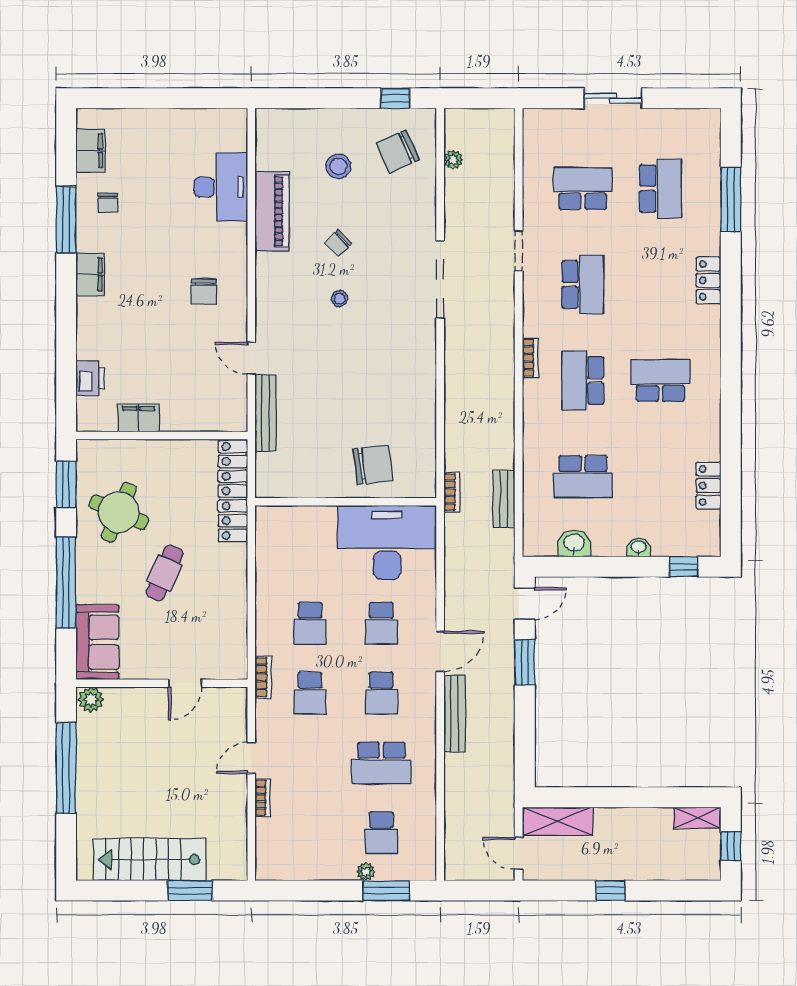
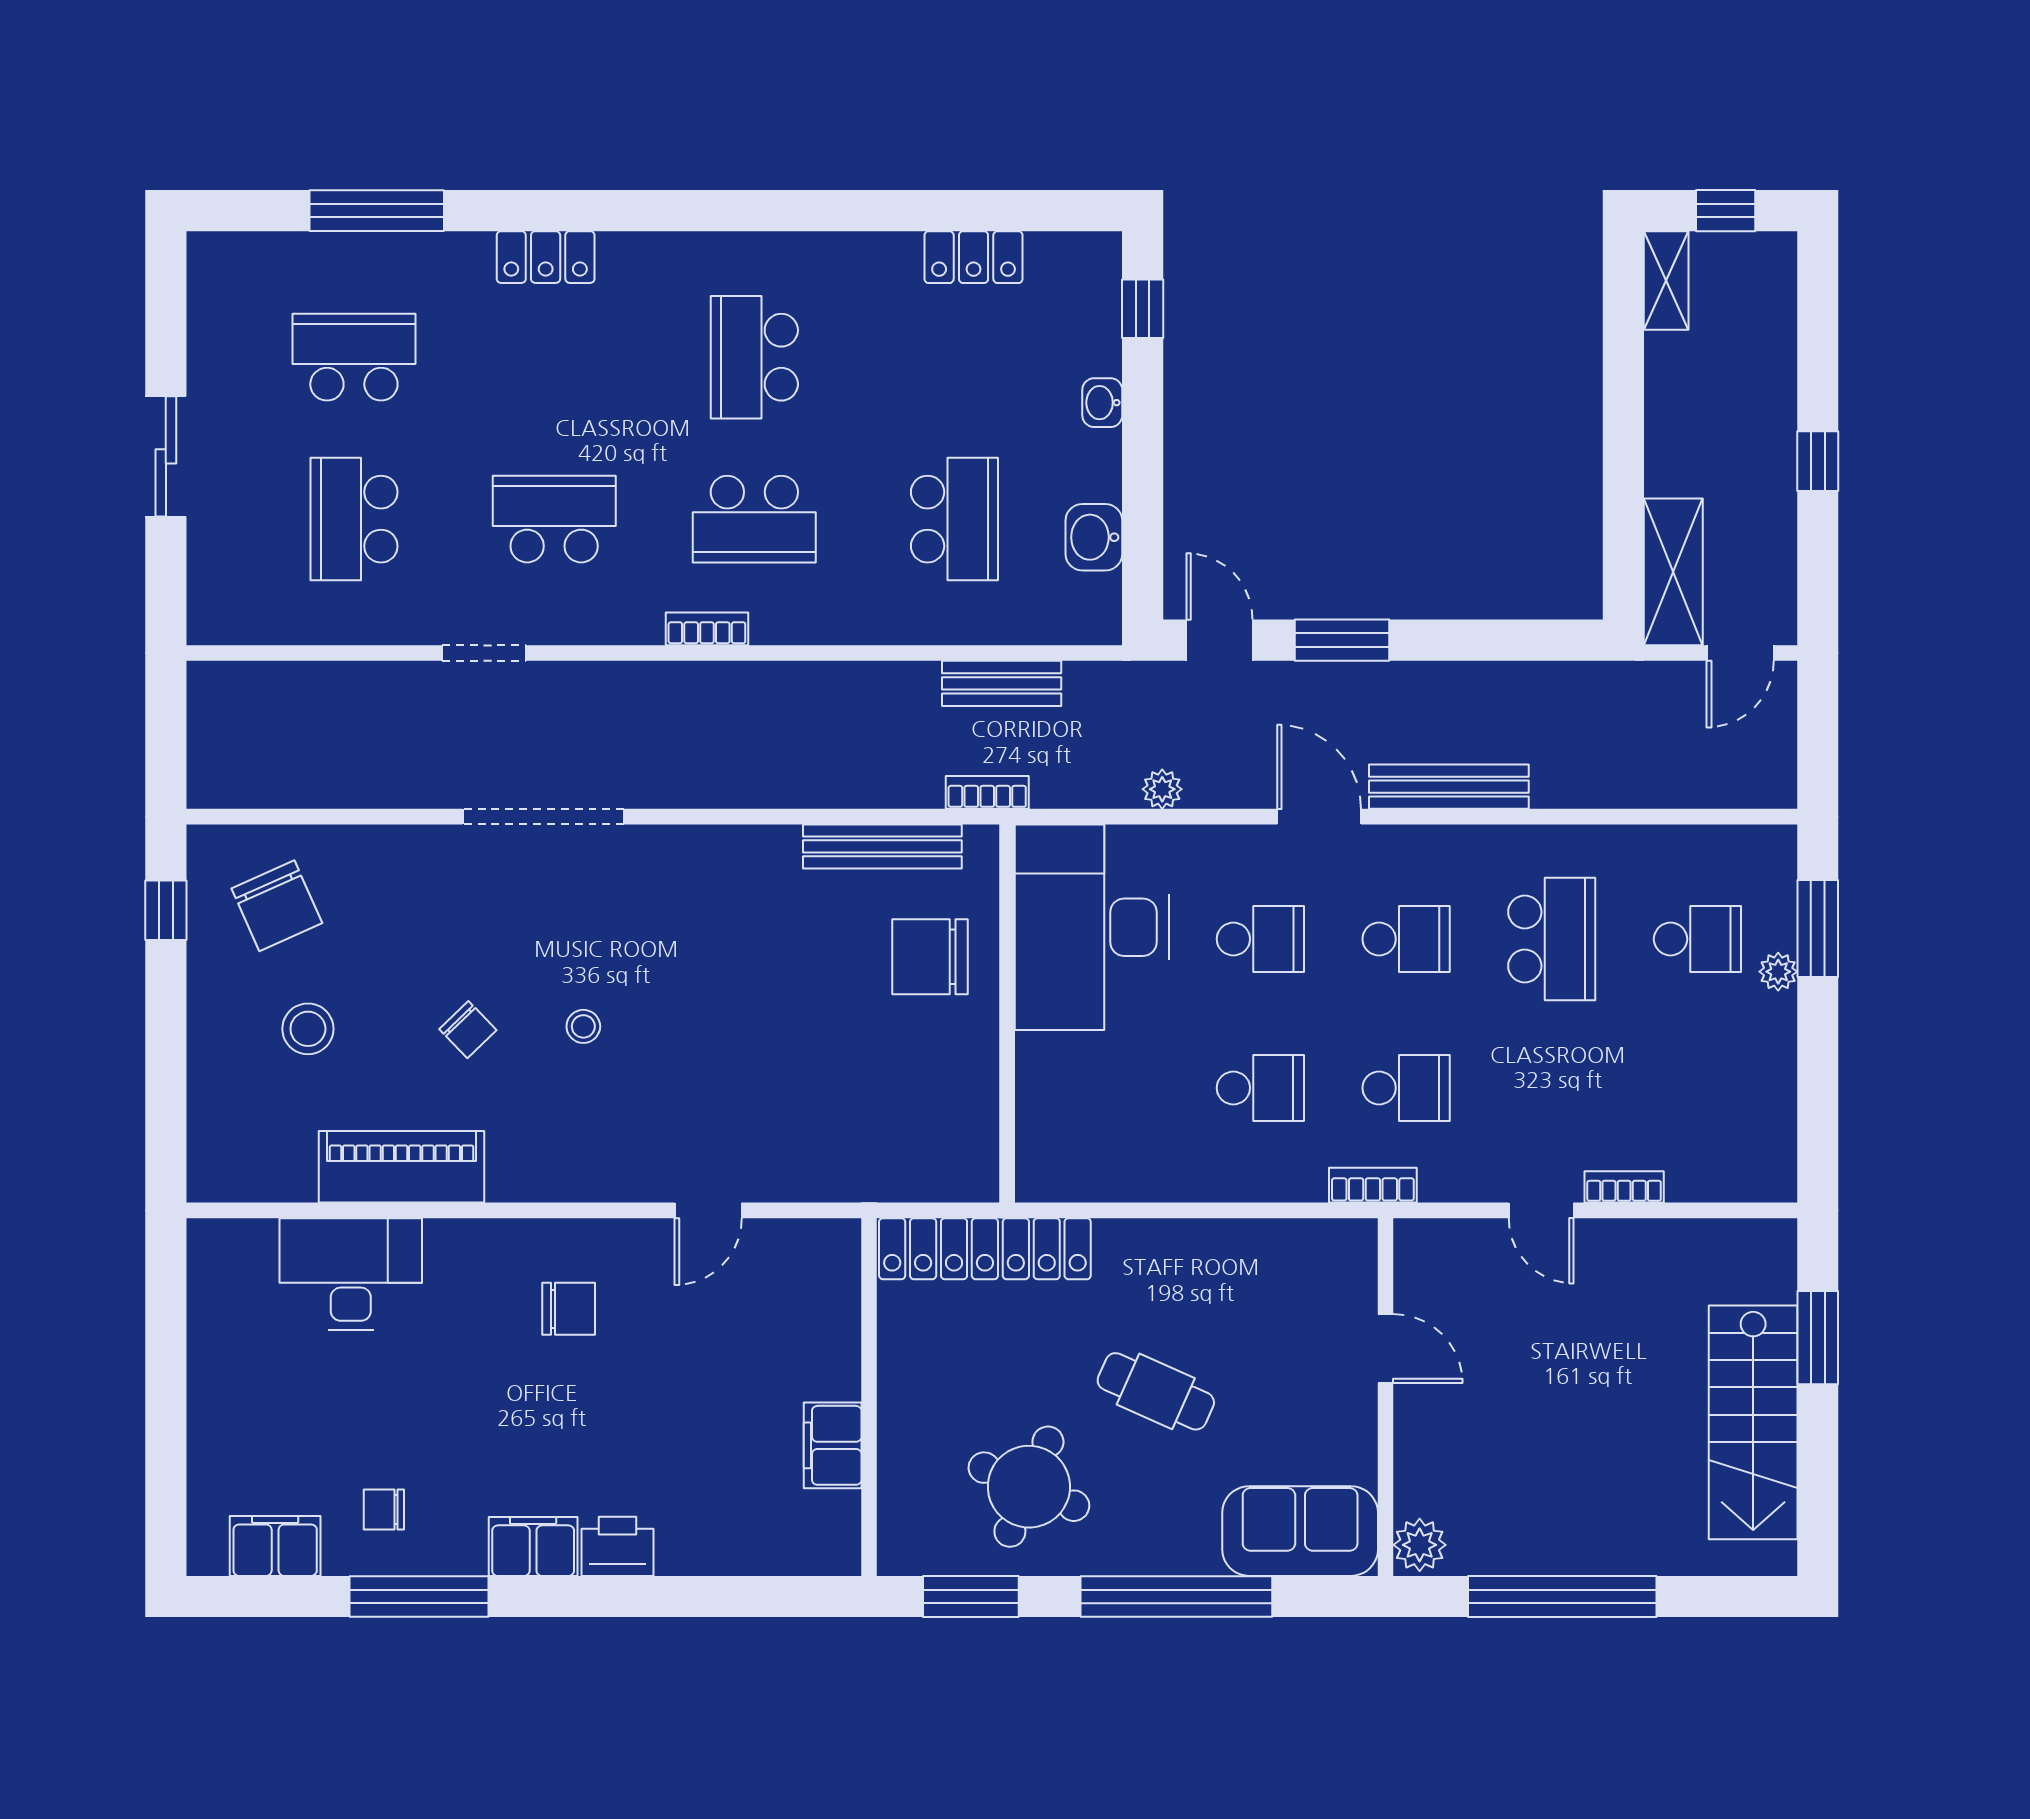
plant: (453, 160) -> (1162, 789), moved
chair: (108, 203) -> (384, 1510), turned 180
printer: (90, 378) -> (617, 1546), moved
bench: (266, 413) -> (882, 846), moved
chair: (373, 465) -> (930, 957), turned -83

